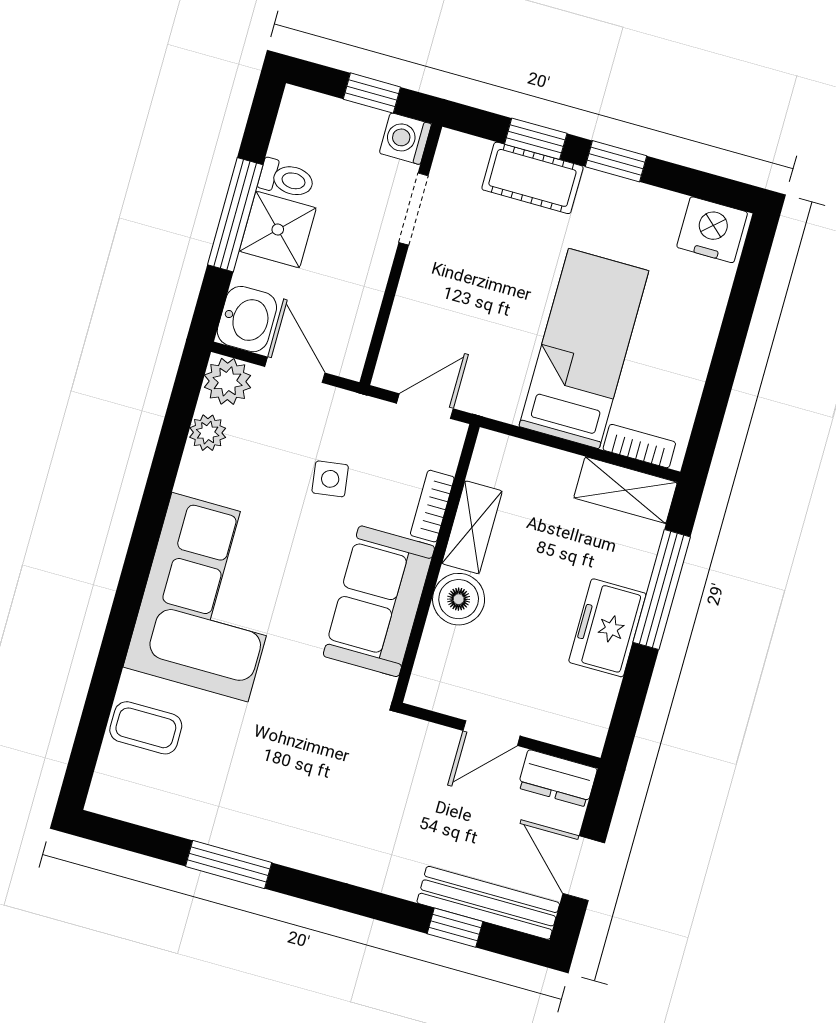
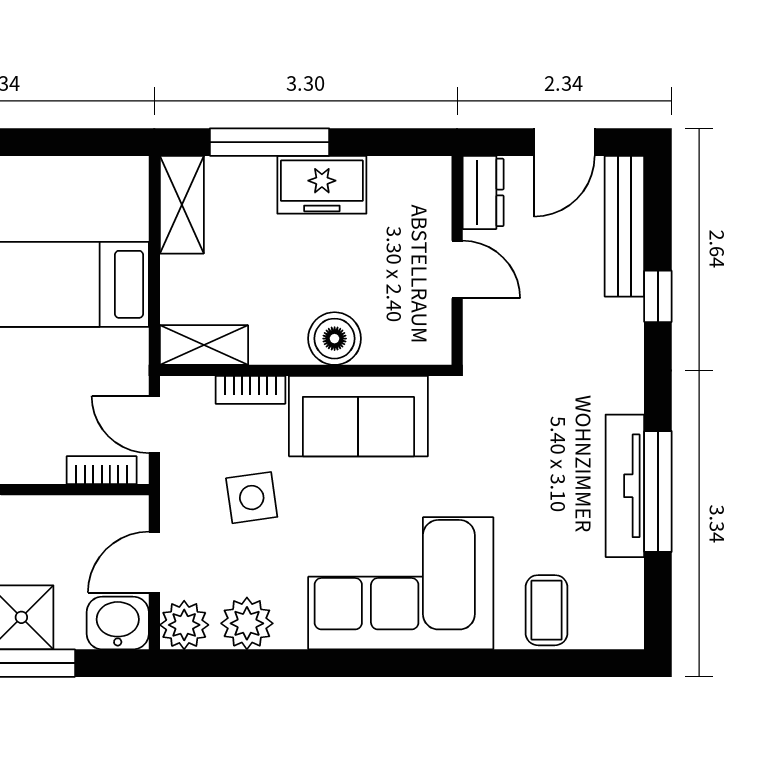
plant: (208, 433) -> (247, 623), width x1.38, depth x1.38
bookcase: (639, 446) -> (102, 470), moved, turned 90
side table: (330, 479) -> (252, 498), width x1.37, depth x1.37
shelving: (472, 527) -> (204, 345), moved
tv unit: (243, 835) -> (625, 486), added
window: (229, 865) -> (658, 491), width x1.44
window: (455, 928) -> (658, 296), moved

